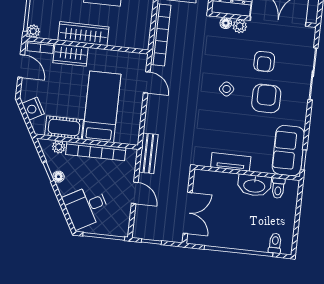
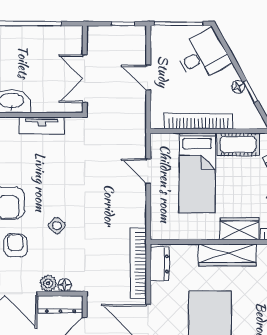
dresser: (142, 32) -> (160, 264), added
door: (147, 82) -> (148, 171), moved
side table: (227, 89) -> (57, 225), moved
plant: (59, 147) -> (242, 121), removed
bench: (148, 153) -> (138, 125), removed
double door: (188, 213) -> (85, 79), moved

